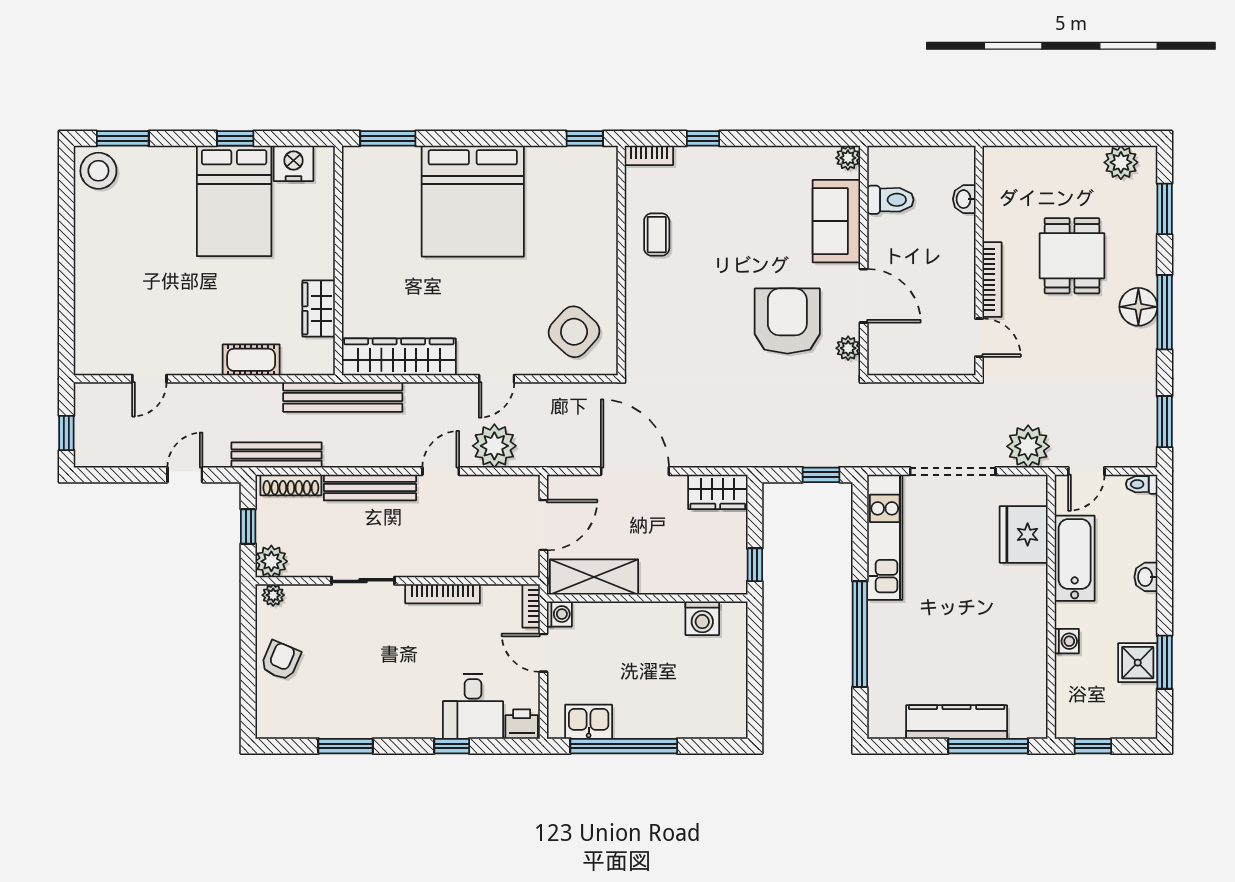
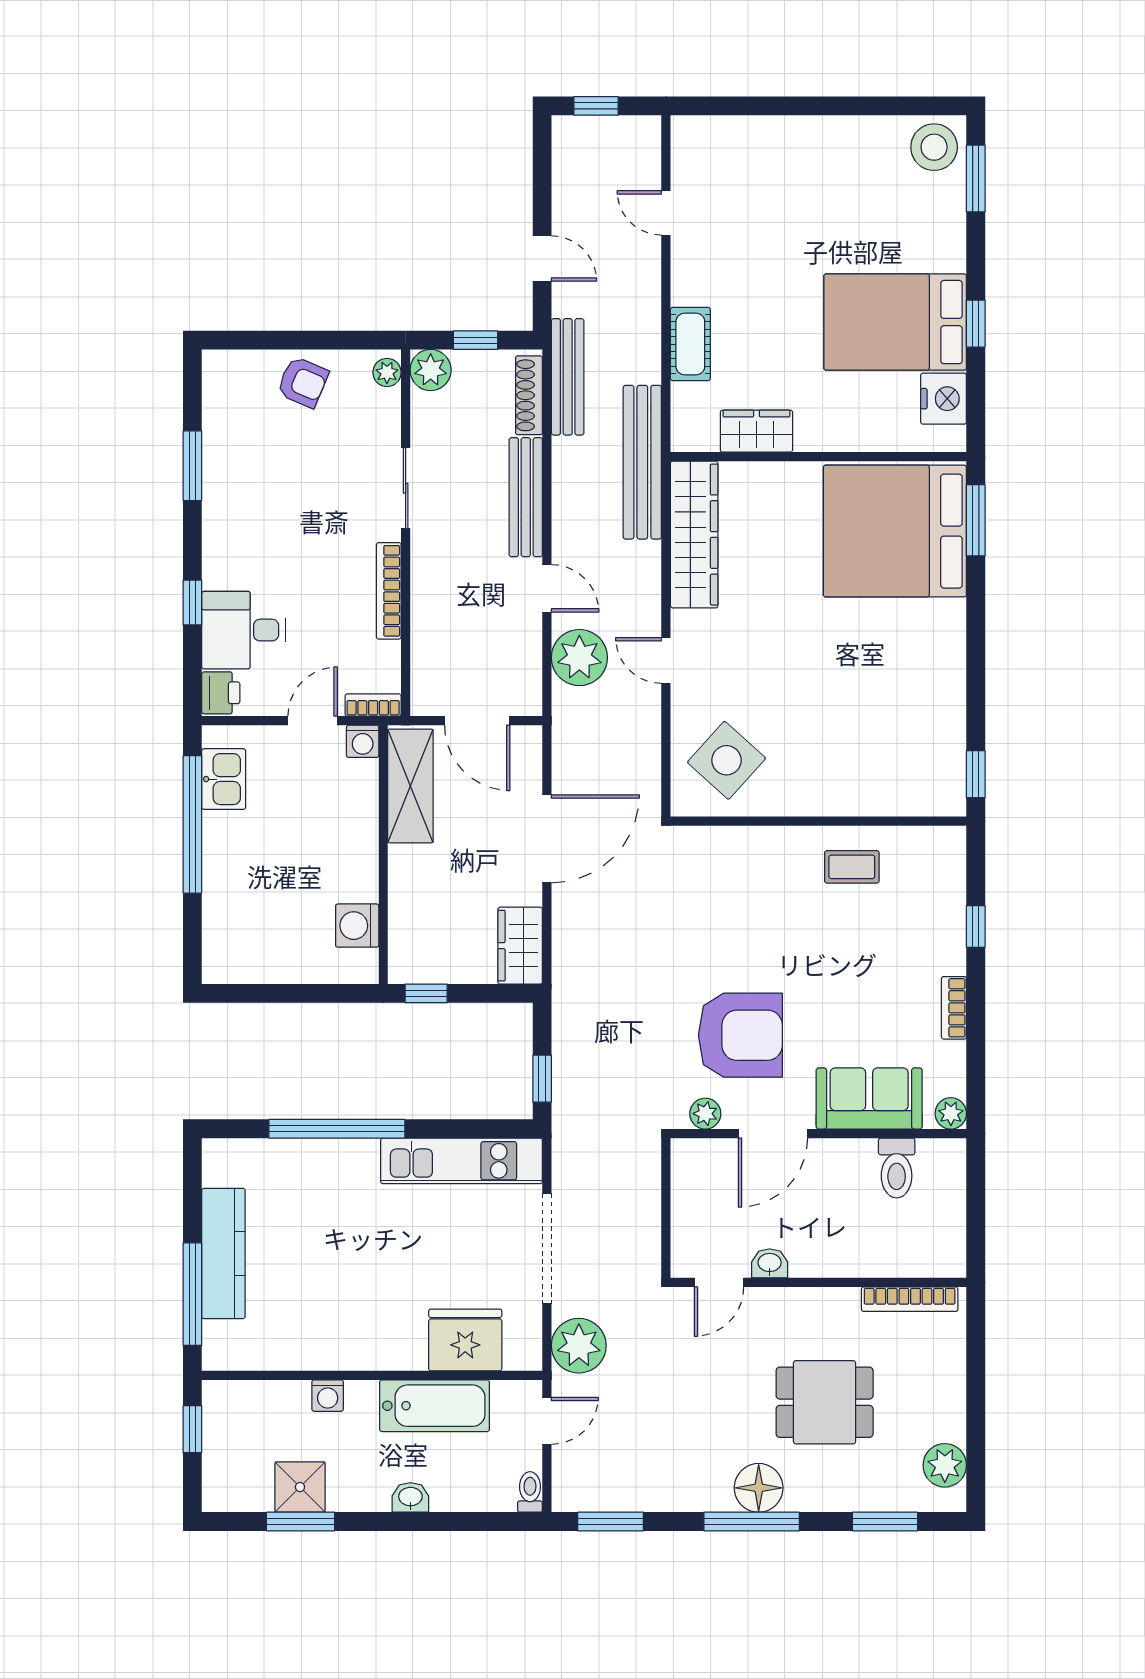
bookcase: (649, 155) -> (954, 1008), moved
washbasin: (964, 199) -> (770, 1263), moved
bed: (473, 201) -> (895, 531), moved
bookcase: (992, 280) -> (910, 1299), moved
door: (1086, 471) -> (547, 1421), swing flipped

